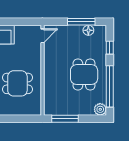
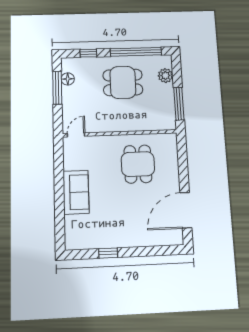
door: (42, 36) -> (76, 135), hinge flipped
plant: (100, 109) -> (165, 76), moved

